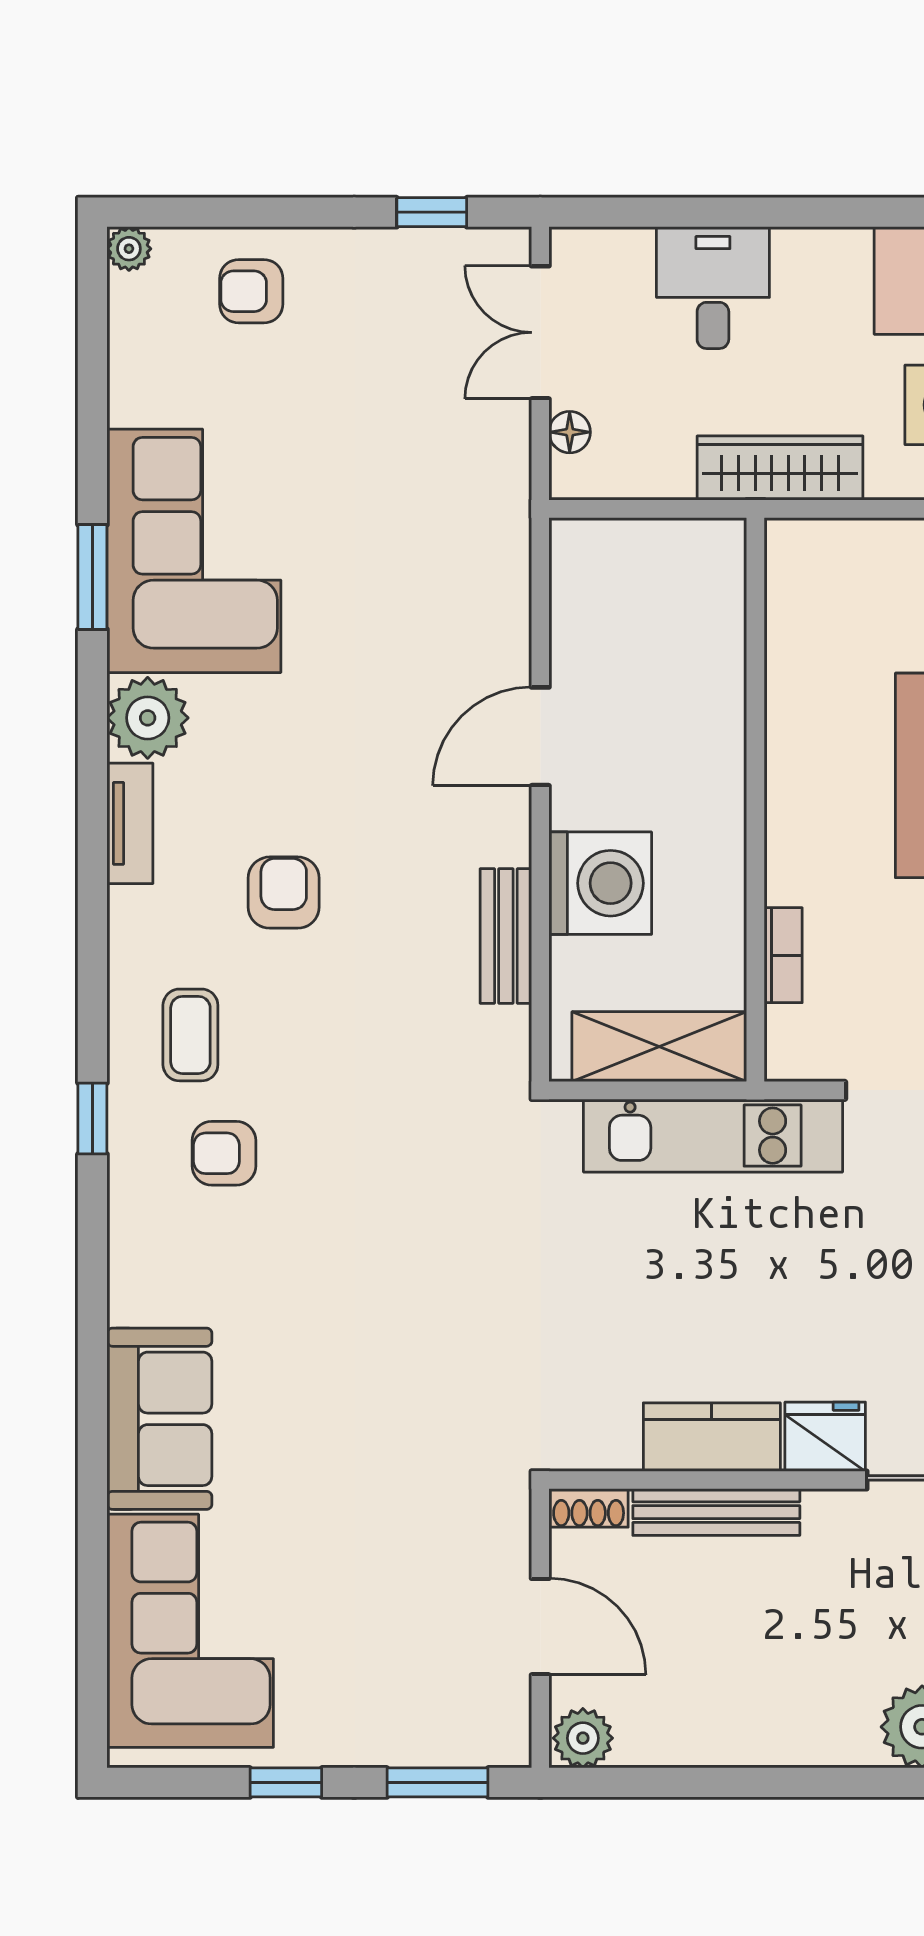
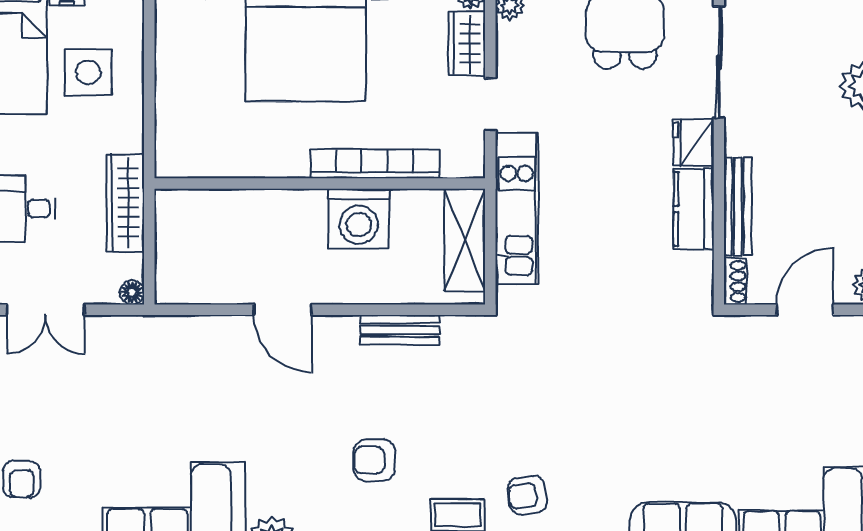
floor lamp: (570, 432) -> (132, 292), moved
wardrobe: (780, 468) -> (125, 203), moved
washing machine: (600, 883) -> (359, 219), moved, turned 180
bookcase: (783, 955) -> (374, 164), width x2.31, depth x1.31
armchair: (224, 1153) -> (527, 495), turned 82

